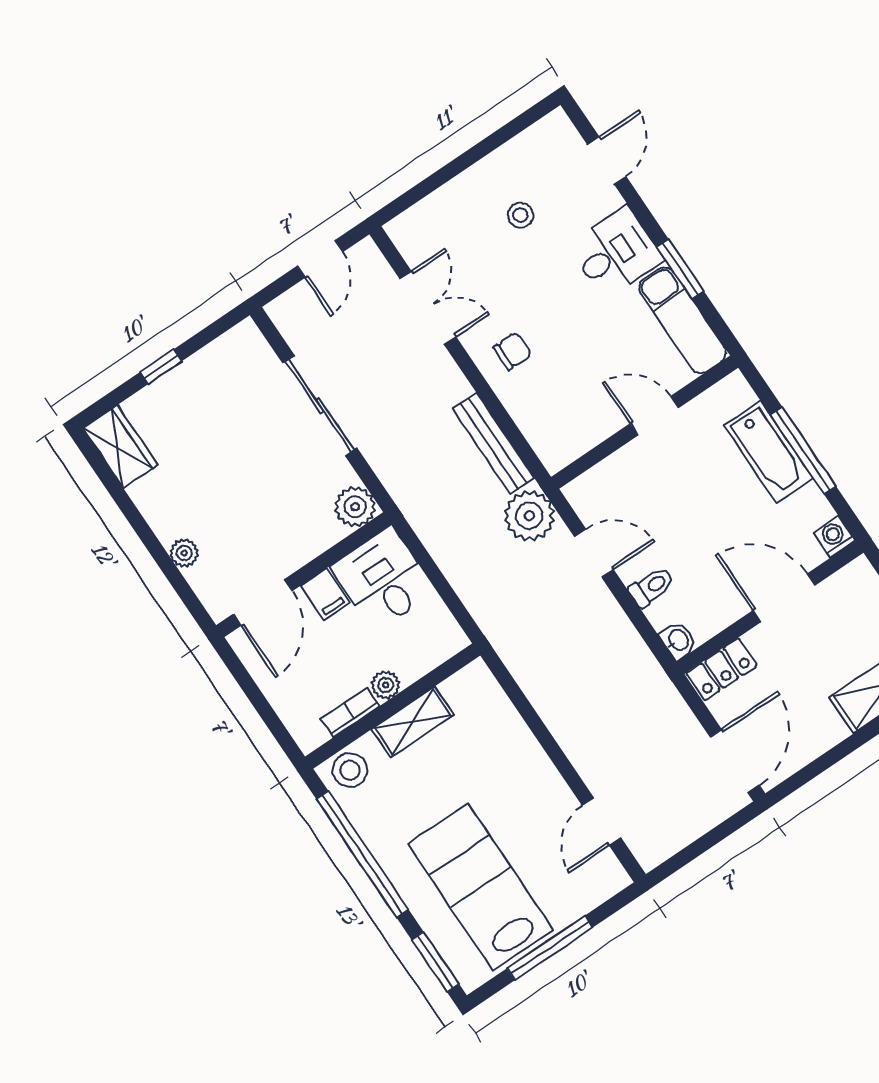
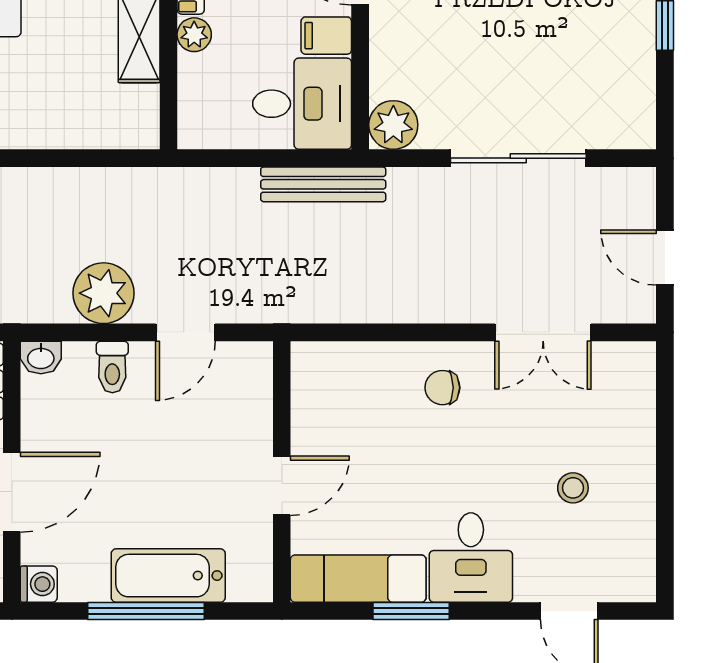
chair: (512, 351) -> (442, 388), turned 90
bench: (494, 444) -> (323, 184), moved
plant: (529, 516) -> (104, 293), moved

